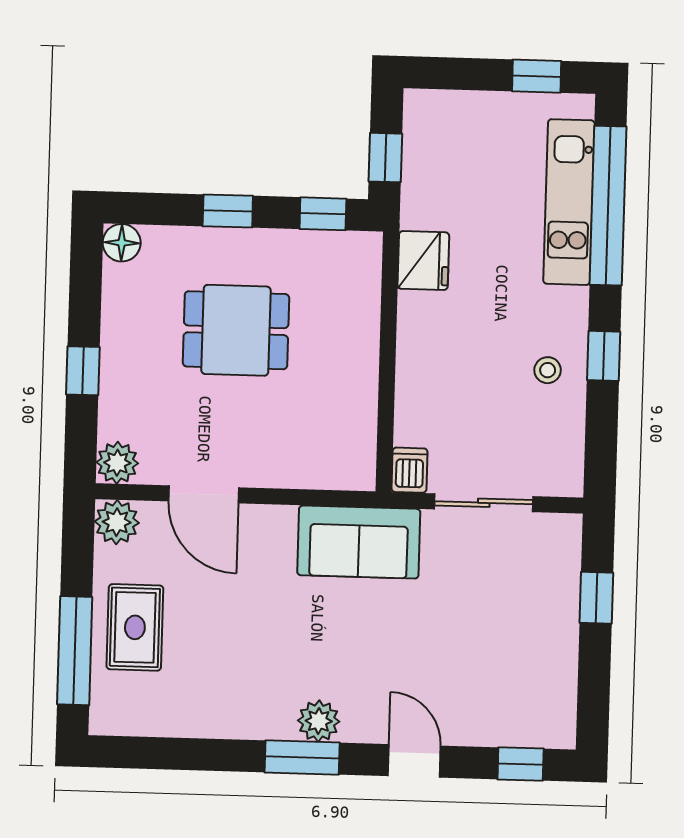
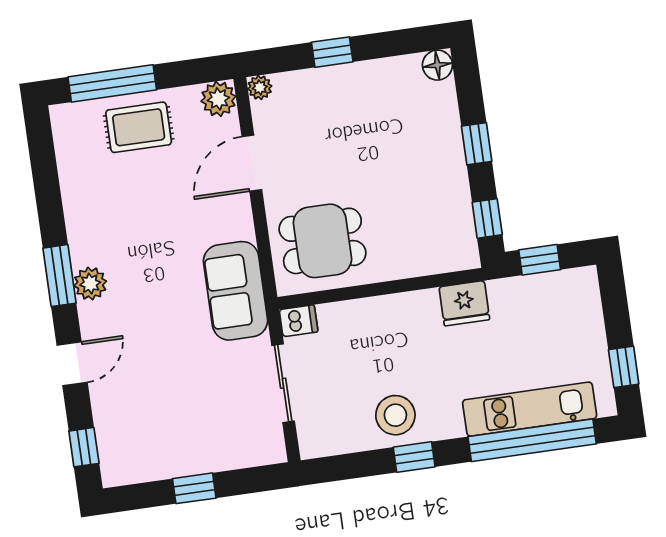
dining table: (236, 330) -> (322, 241), moved, turned 90
stool: (548, 370) -> (395, 415), width x1.89, depth x1.89
plant: (117, 463) -> (260, 87), width x0.73, depth x0.73
window: (596, 598) -> (194, 488), moved

